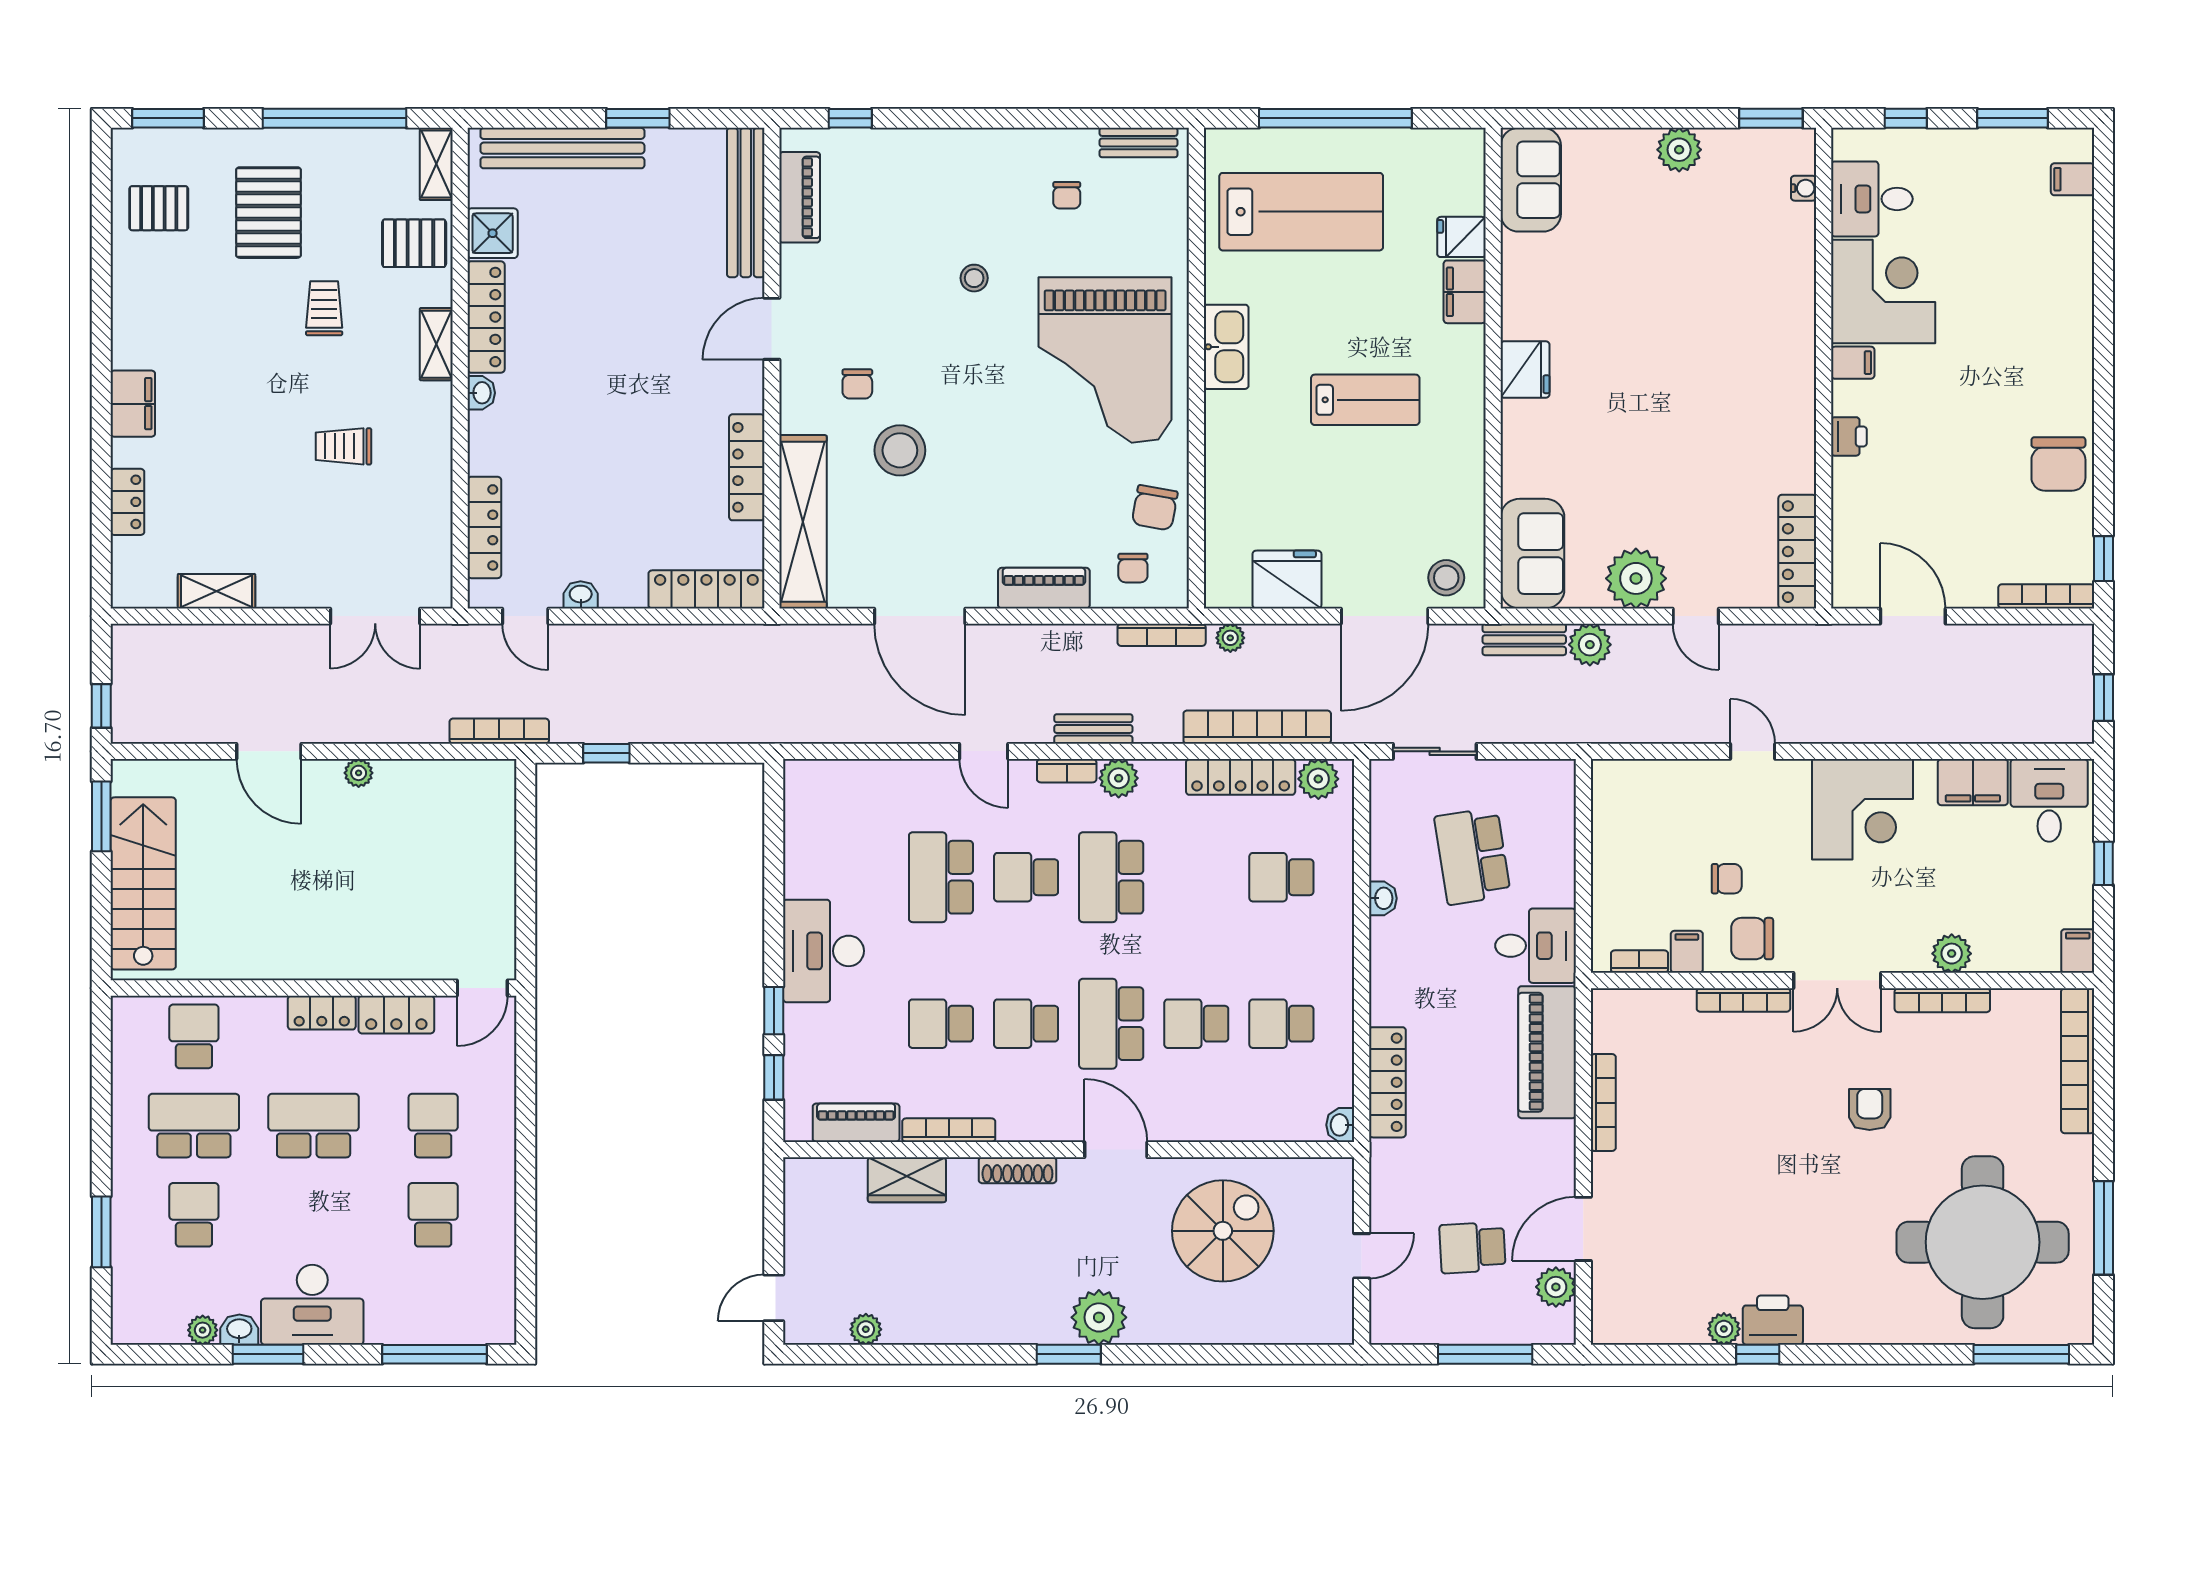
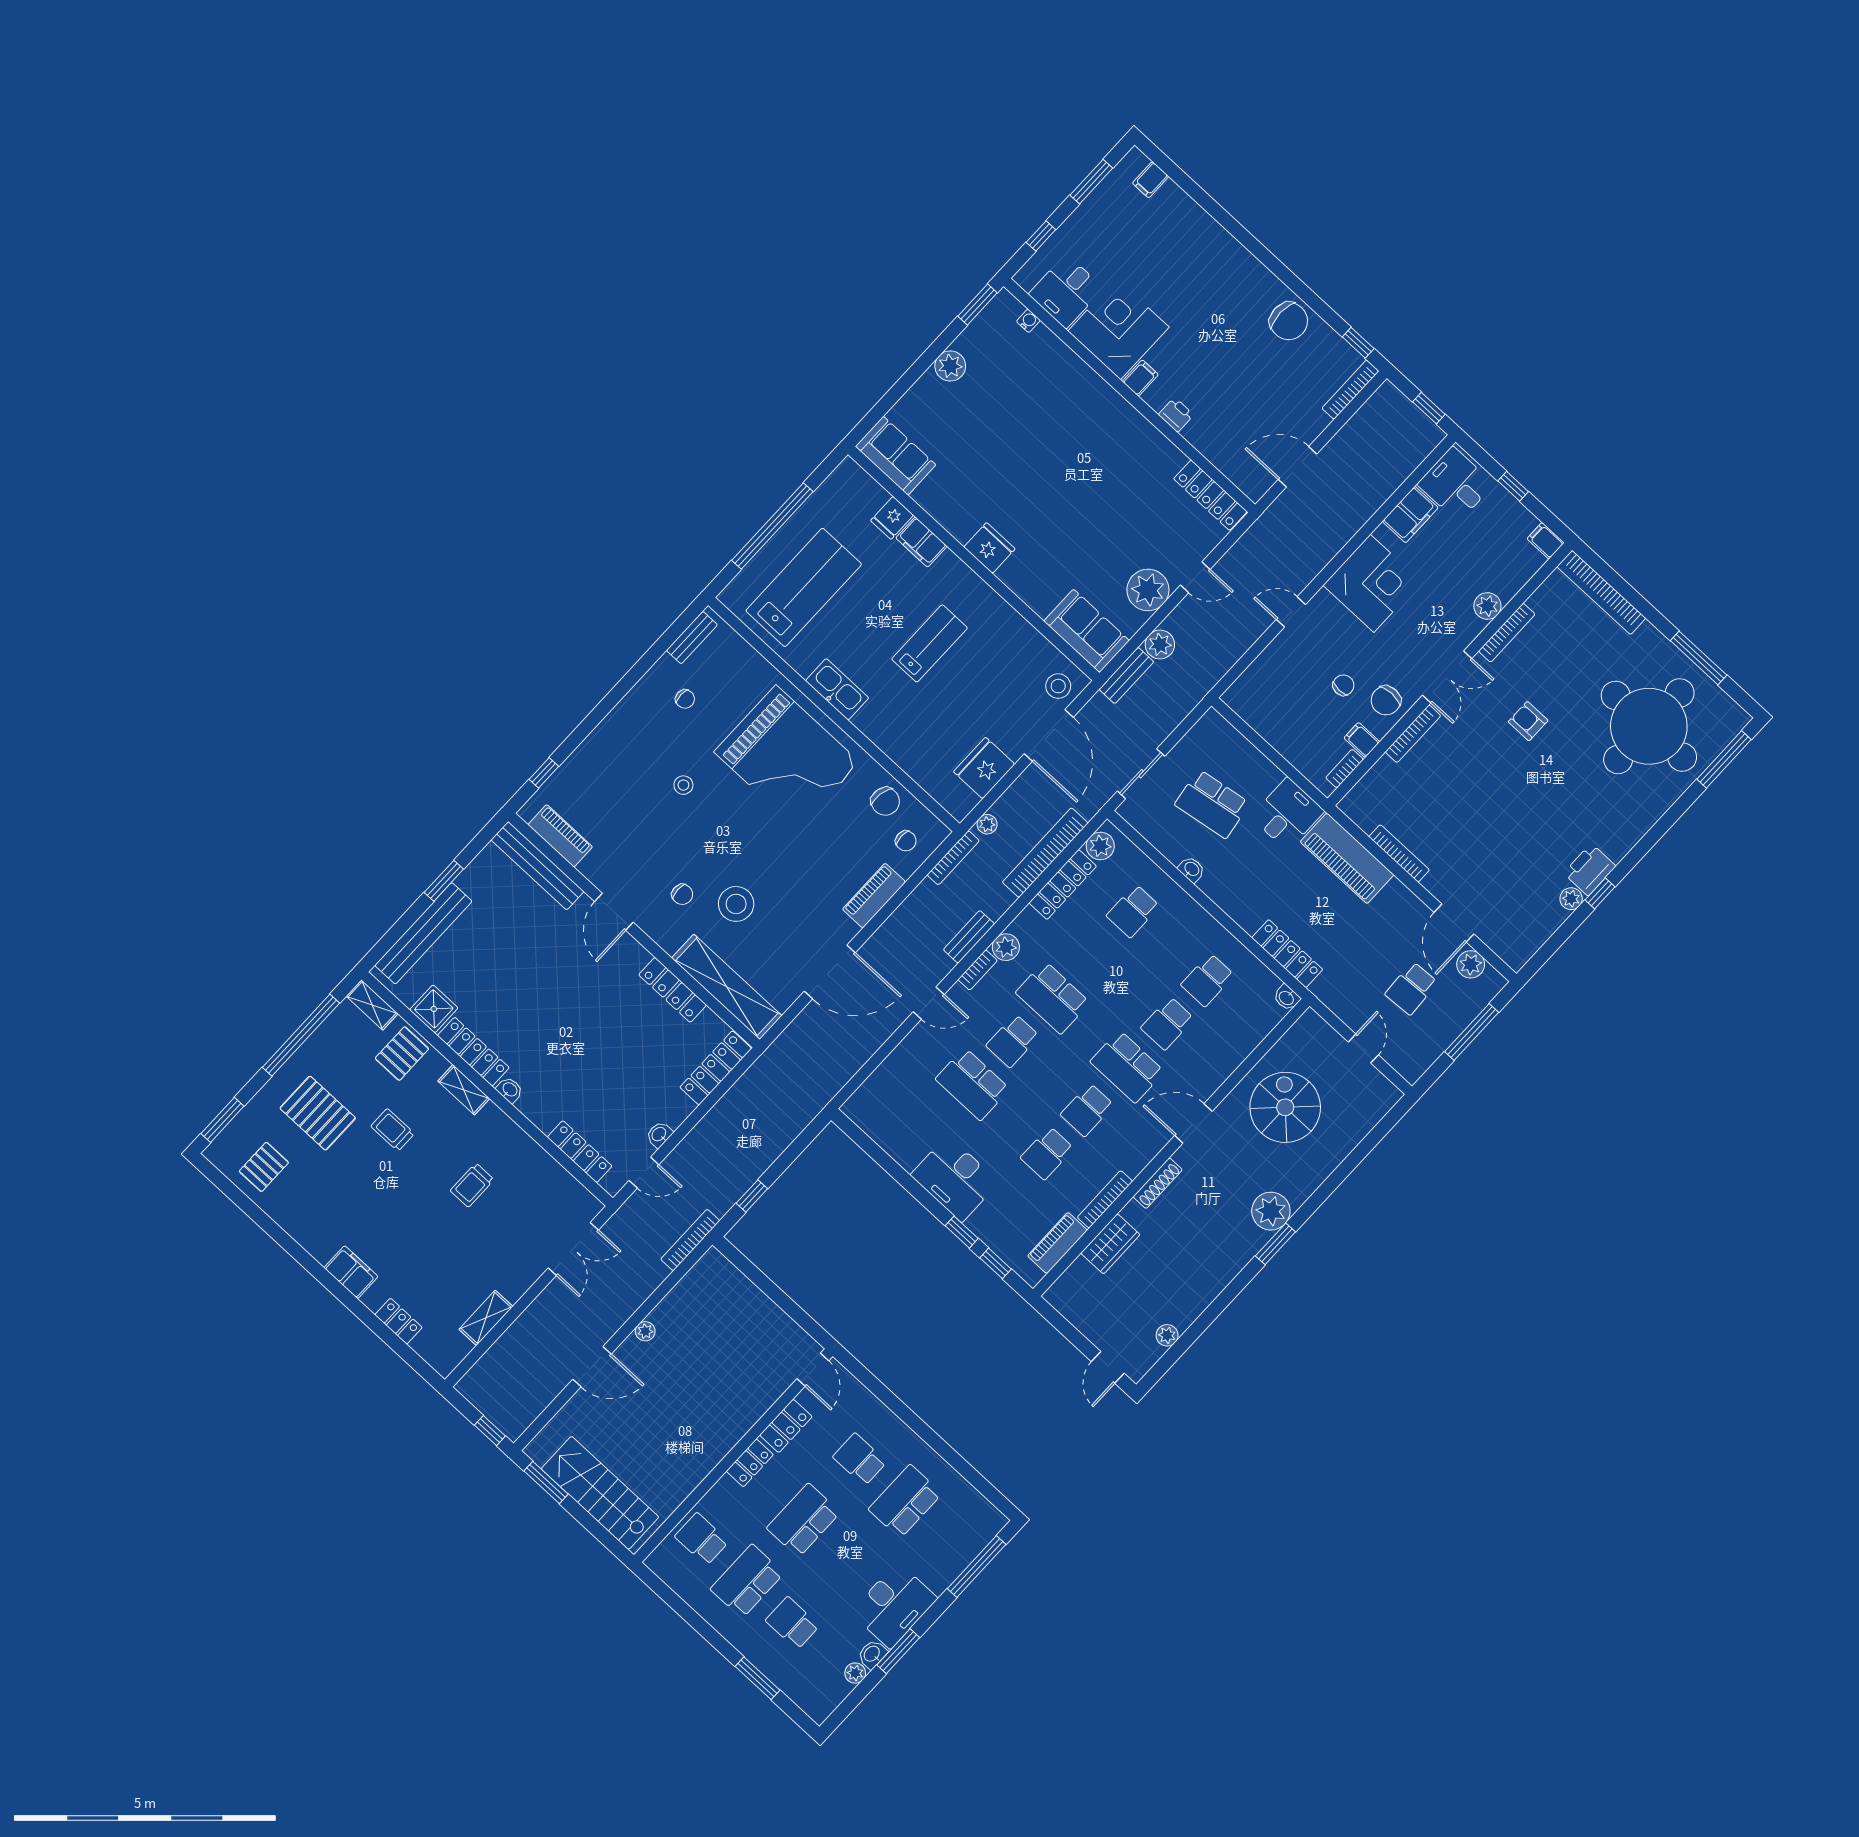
school desk: (433, 1215) -> (905, 1501), width x1.85

